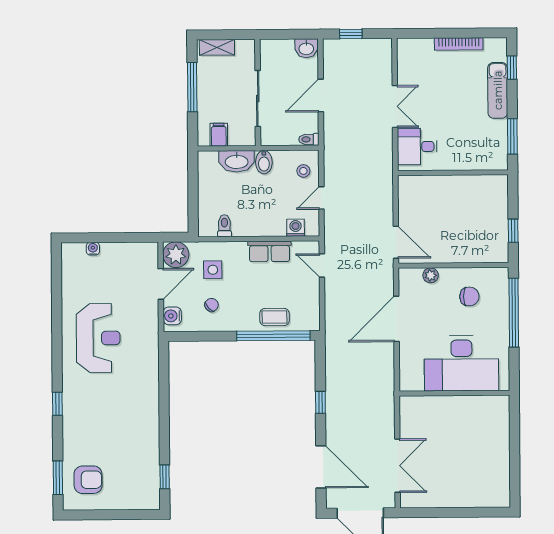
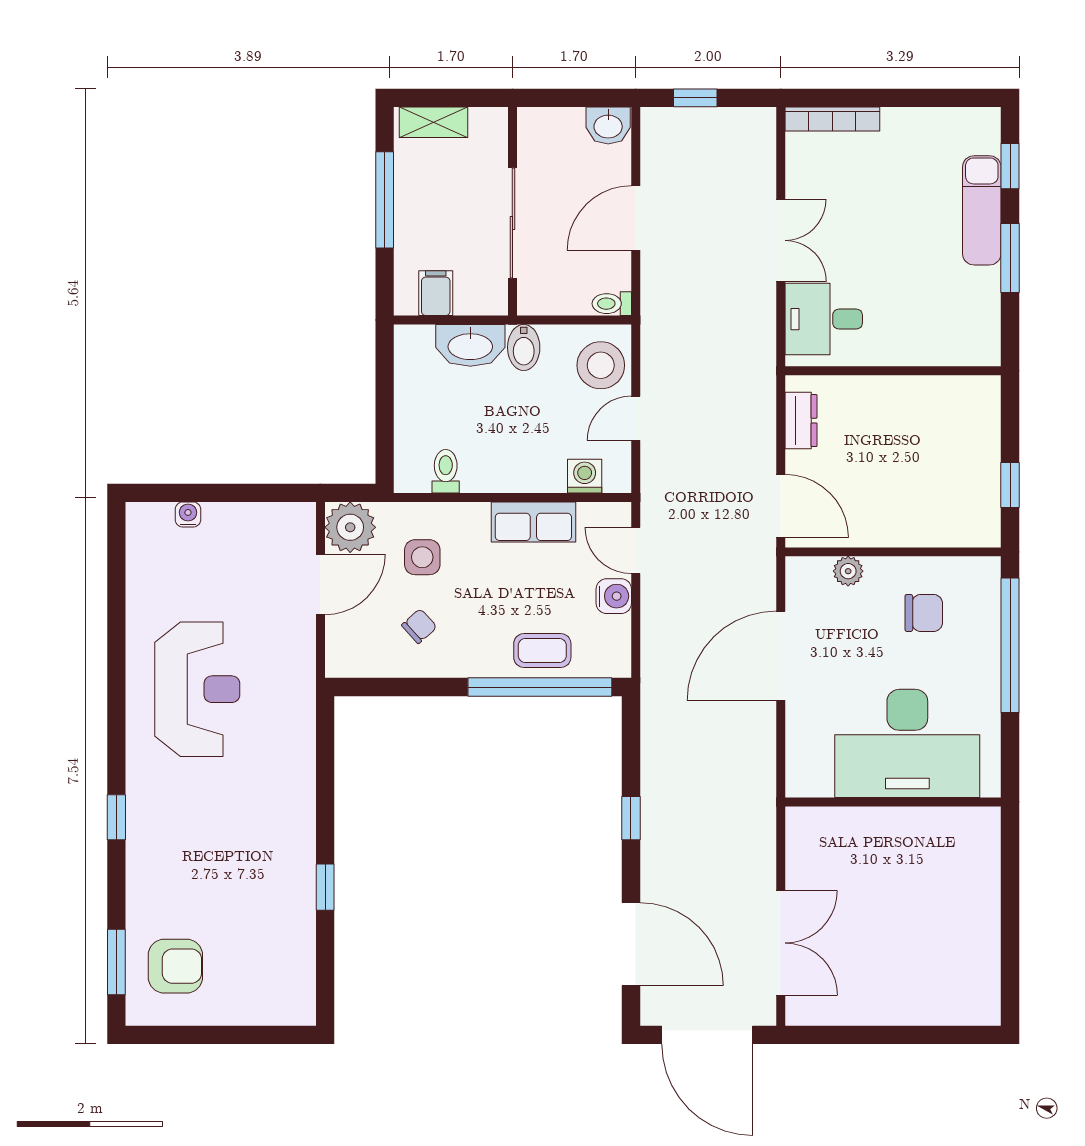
bookcase: (459, 44) -> (832, 119), moved
window: (512, 136) -> (1010, 258), moved
stool: (303, 171) -> (601, 365), width x1.89, depth x1.89
dresser: (406, 198) -> (801, 421), added
water cooler: (172, 316) -> (614, 596), moved, turned 180
window: (165, 477) -> (325, 887), moved

